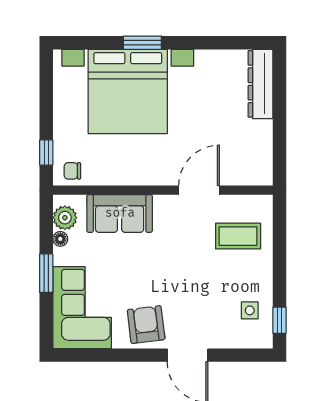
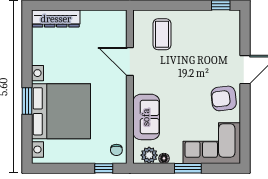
side table: (250, 310) -> (214, 26), removed

